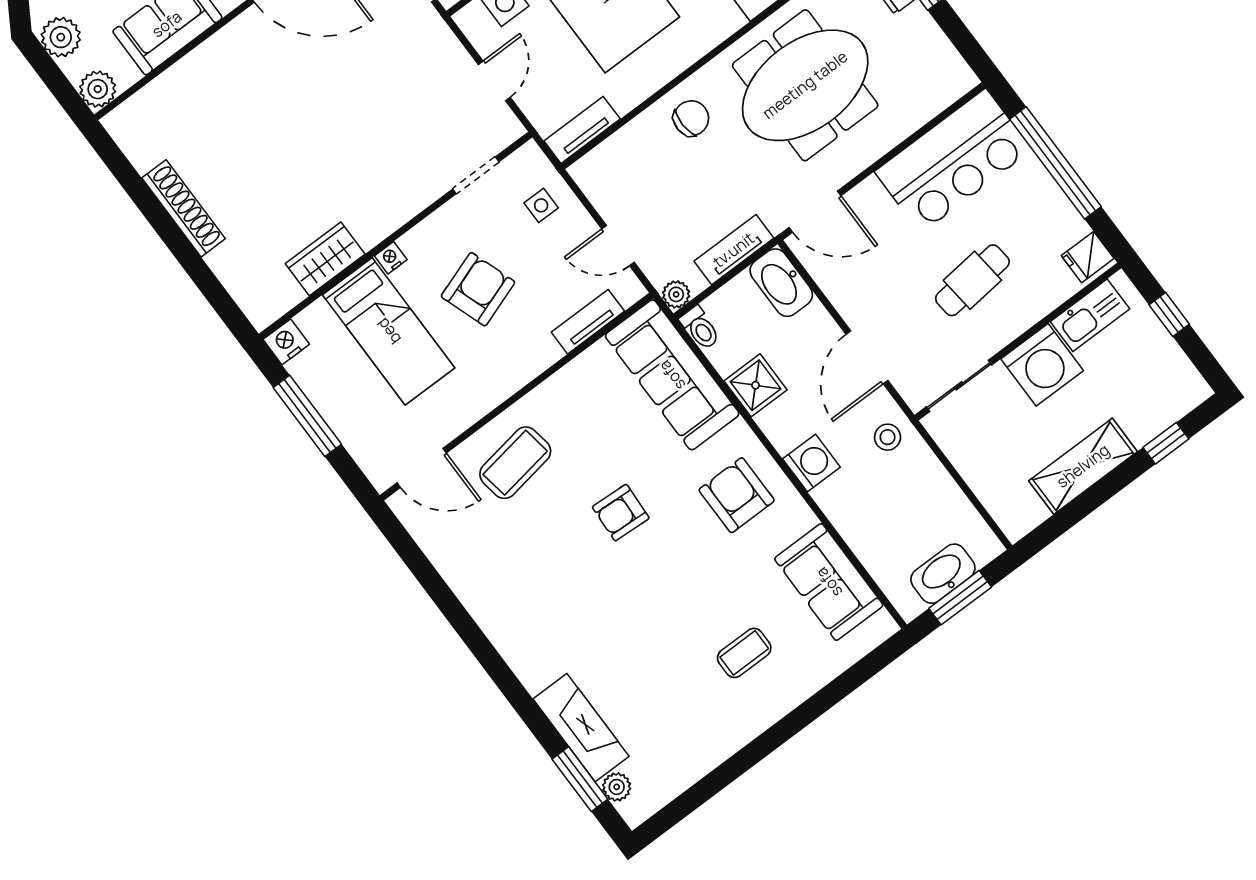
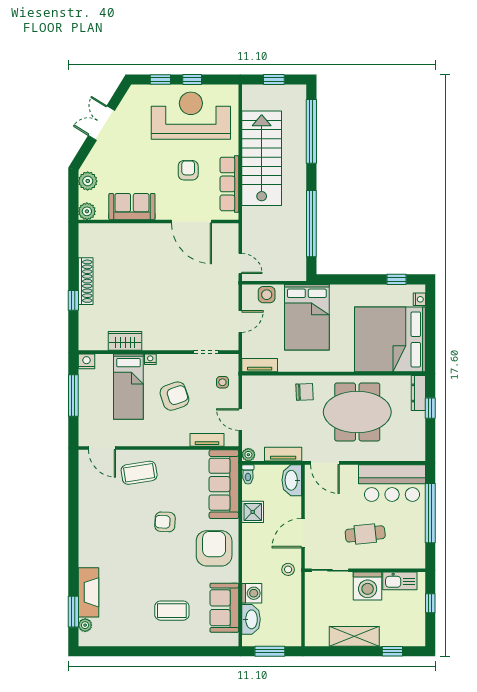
window: (187, 256) -> (73, 300), added
fridge: (1088, 257) -> (416, 558), removed
washing machine: (811, 463) -> (252, 593), moved
armchair: (737, 495) -> (214, 548), width x1.36, depth x1.36
washbasin: (943, 574) -> (251, 619), moved, turned 90
coffee table: (744, 653) -> (172, 611), width x1.36, depth x1.30

